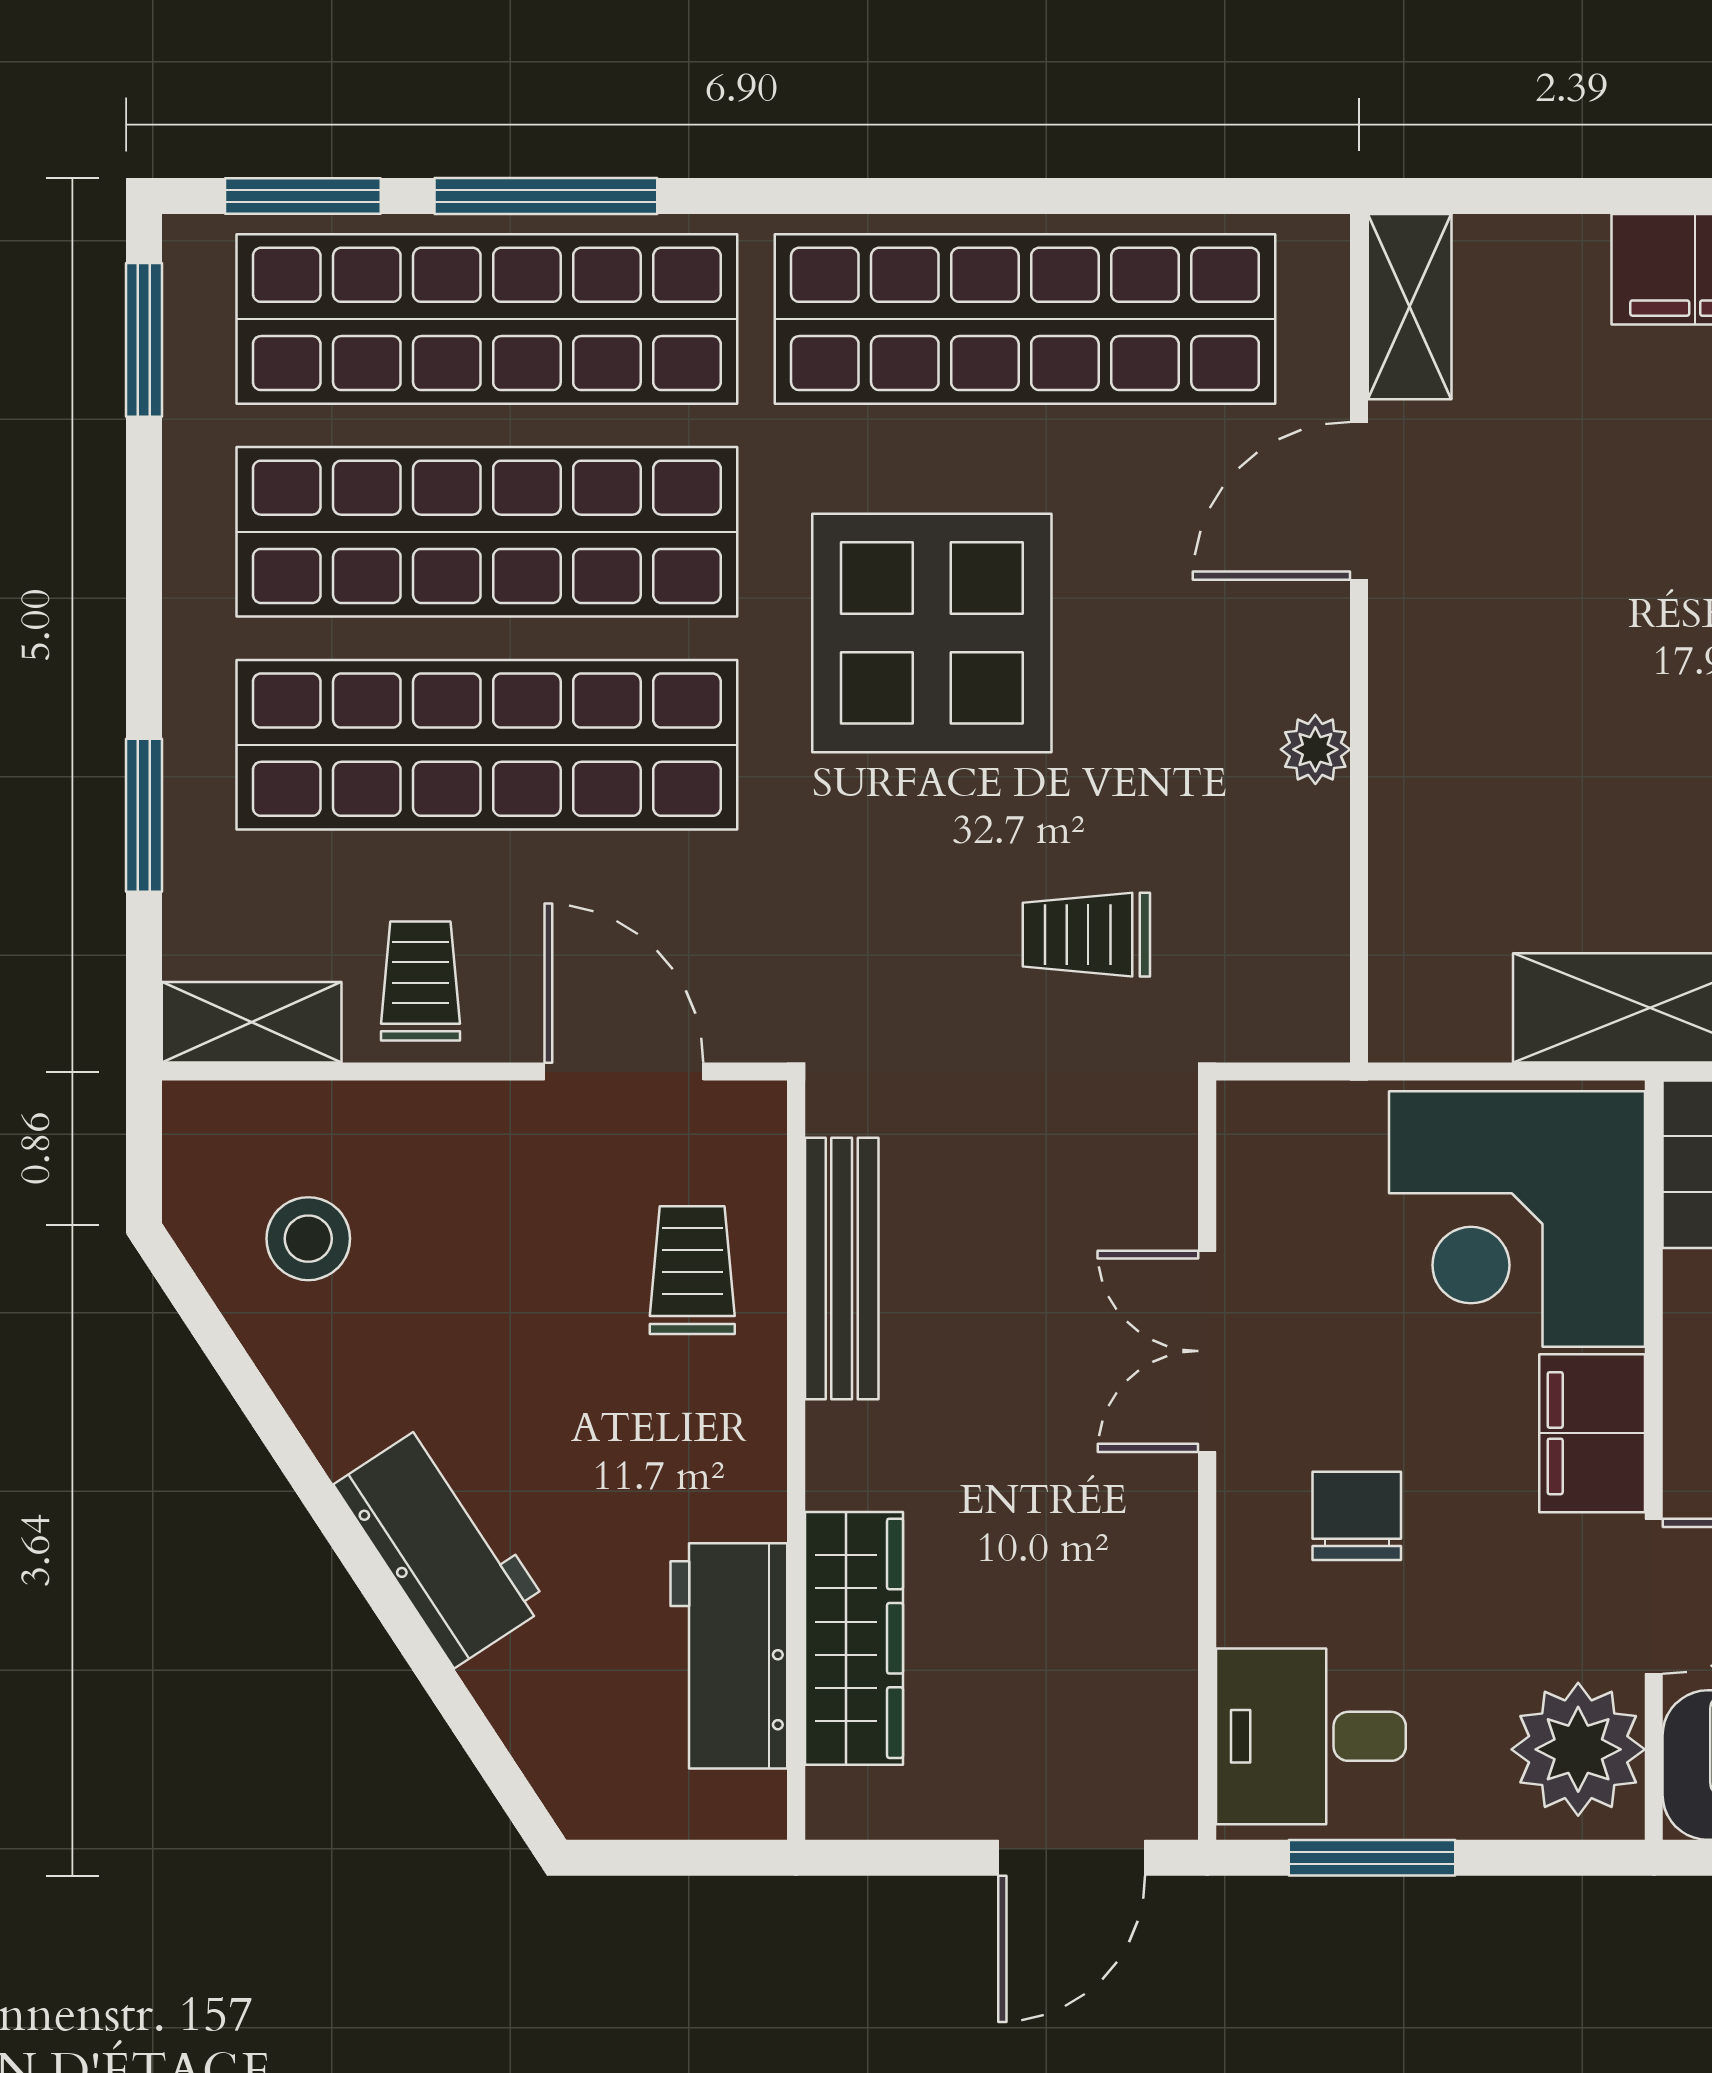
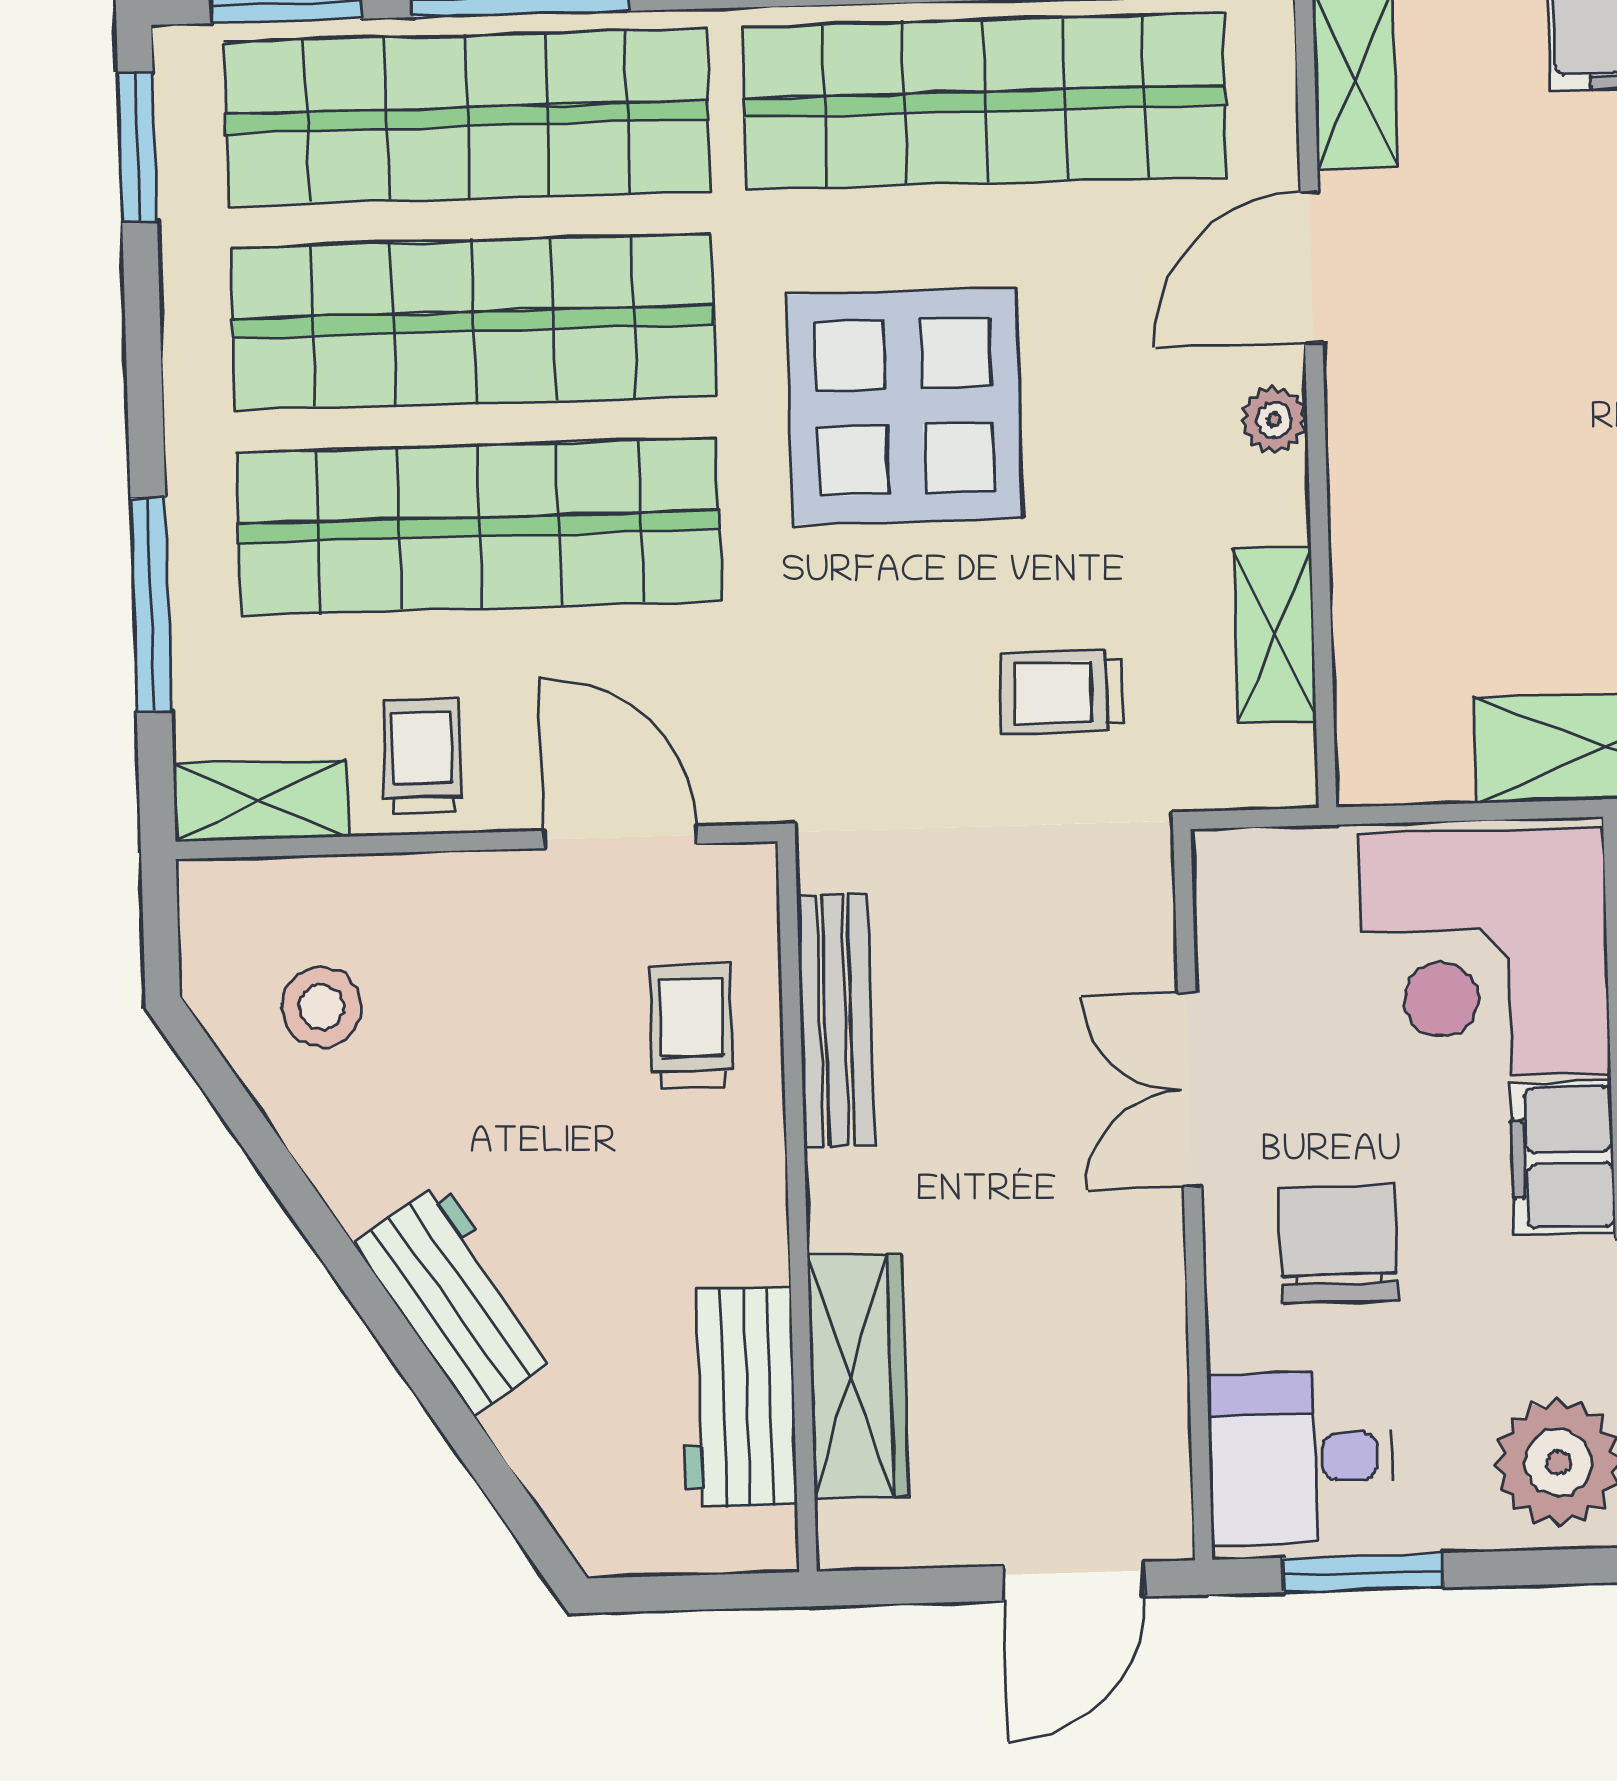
plant: (1315, 749) -> (1274, 420), moved
window: (144, 815) -> (151, 604), width x1.44
shelving: (1309, 882) -> (1275, 635), added
chair: (1357, 1516) -> (1338, 1244), width x1.37, depth x1.37

